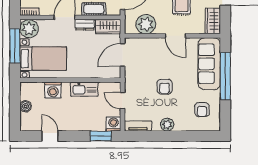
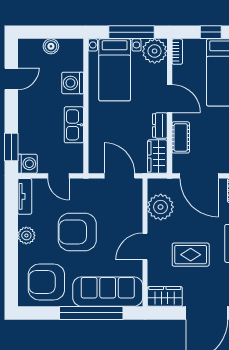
armchair: (165, 87) -> (77, 232), width x1.88, depth x1.88
door: (123, 101) -> (58, 176), swing flipped
armchair: (202, 110) -> (46, 282), width x1.88, depth x1.88

